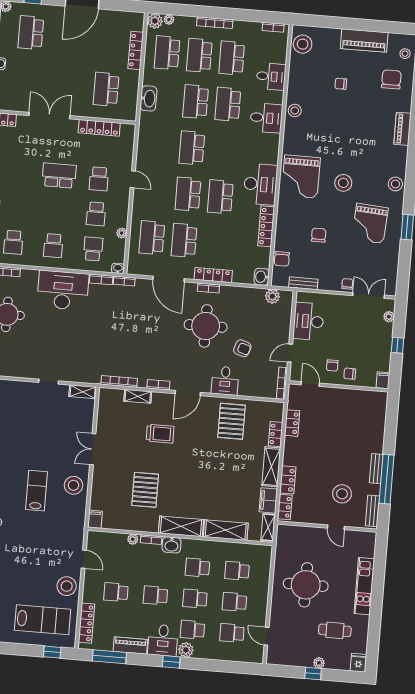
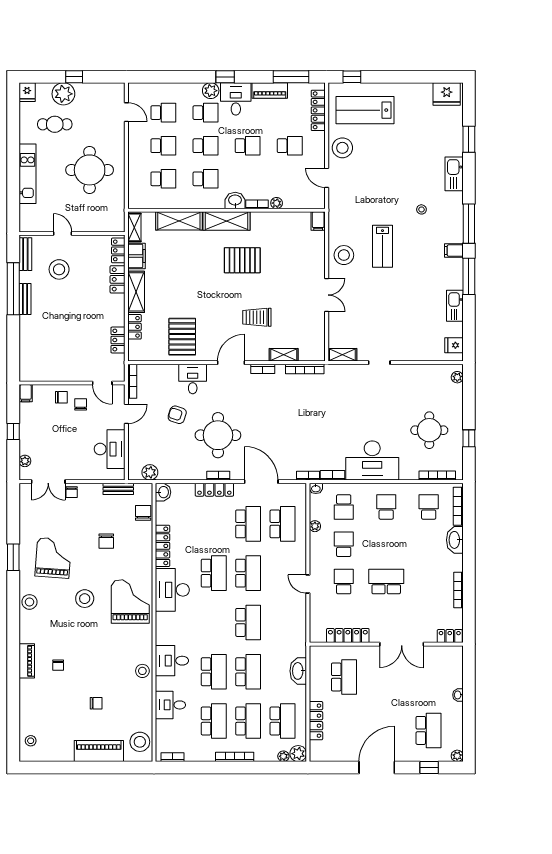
piano: (364, 40) -> (99, 751), moved
chair: (391, 79) -> (58, 665), moved, width x0.54, depth x0.54
school desk: (59, 176) -> (386, 582), turned 180
pallet: (145, 490) -> (242, 260), moved, turned 90
plant: (319, 663) -> (63, 94), width x1.88, depth x1.88

